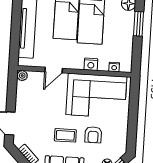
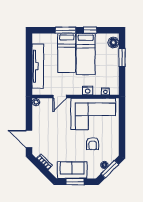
coffee table: (65, 135) -> (72, 145), removed

